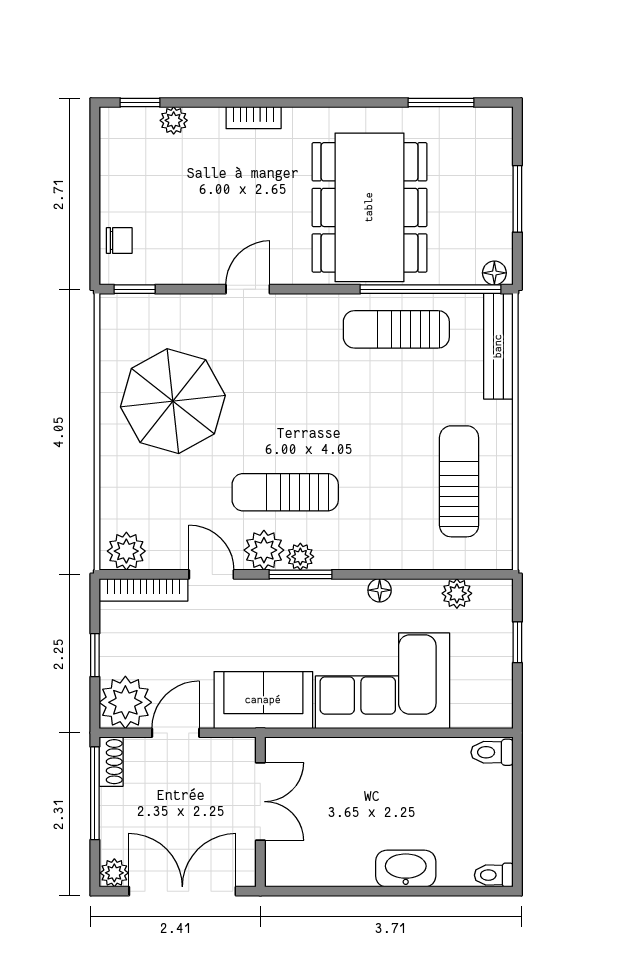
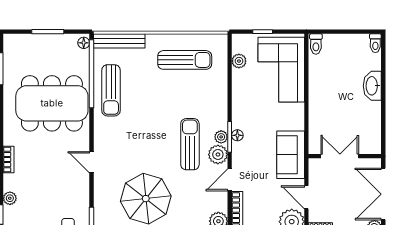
sun lounger: (459, 481) -> (185, 60), turned 180
sun lounger: (285, 492) -> (190, 144), turned 180
floor lamp: (380, 590) -> (237, 135), moved
corner sofa: (383, 681) -> (281, 70), moved

